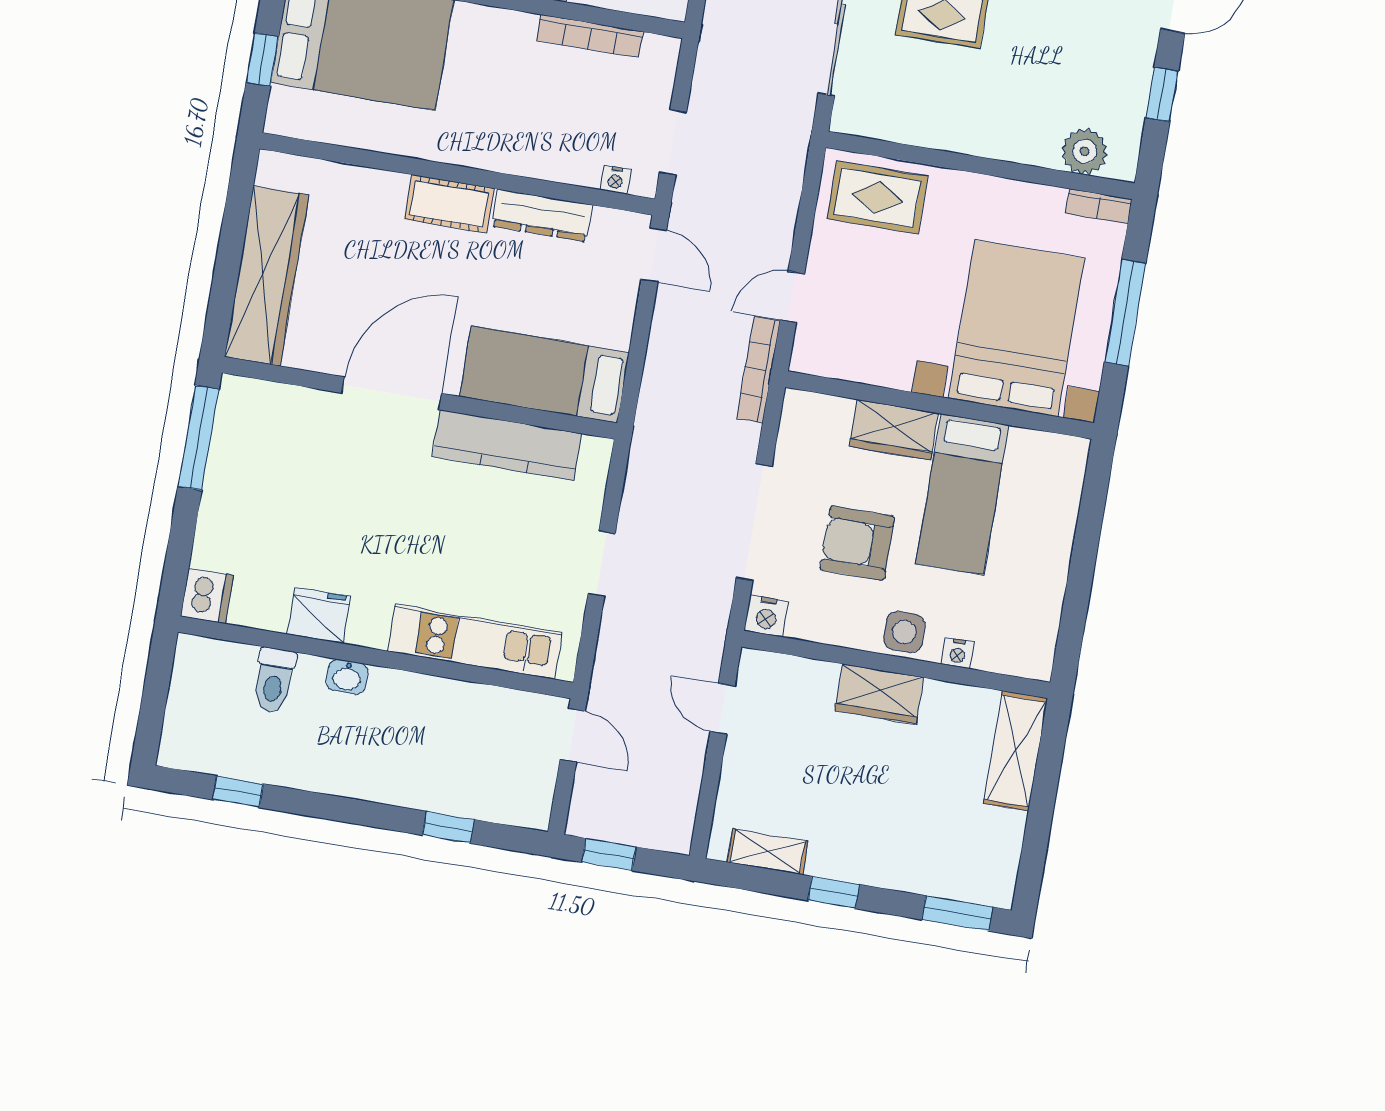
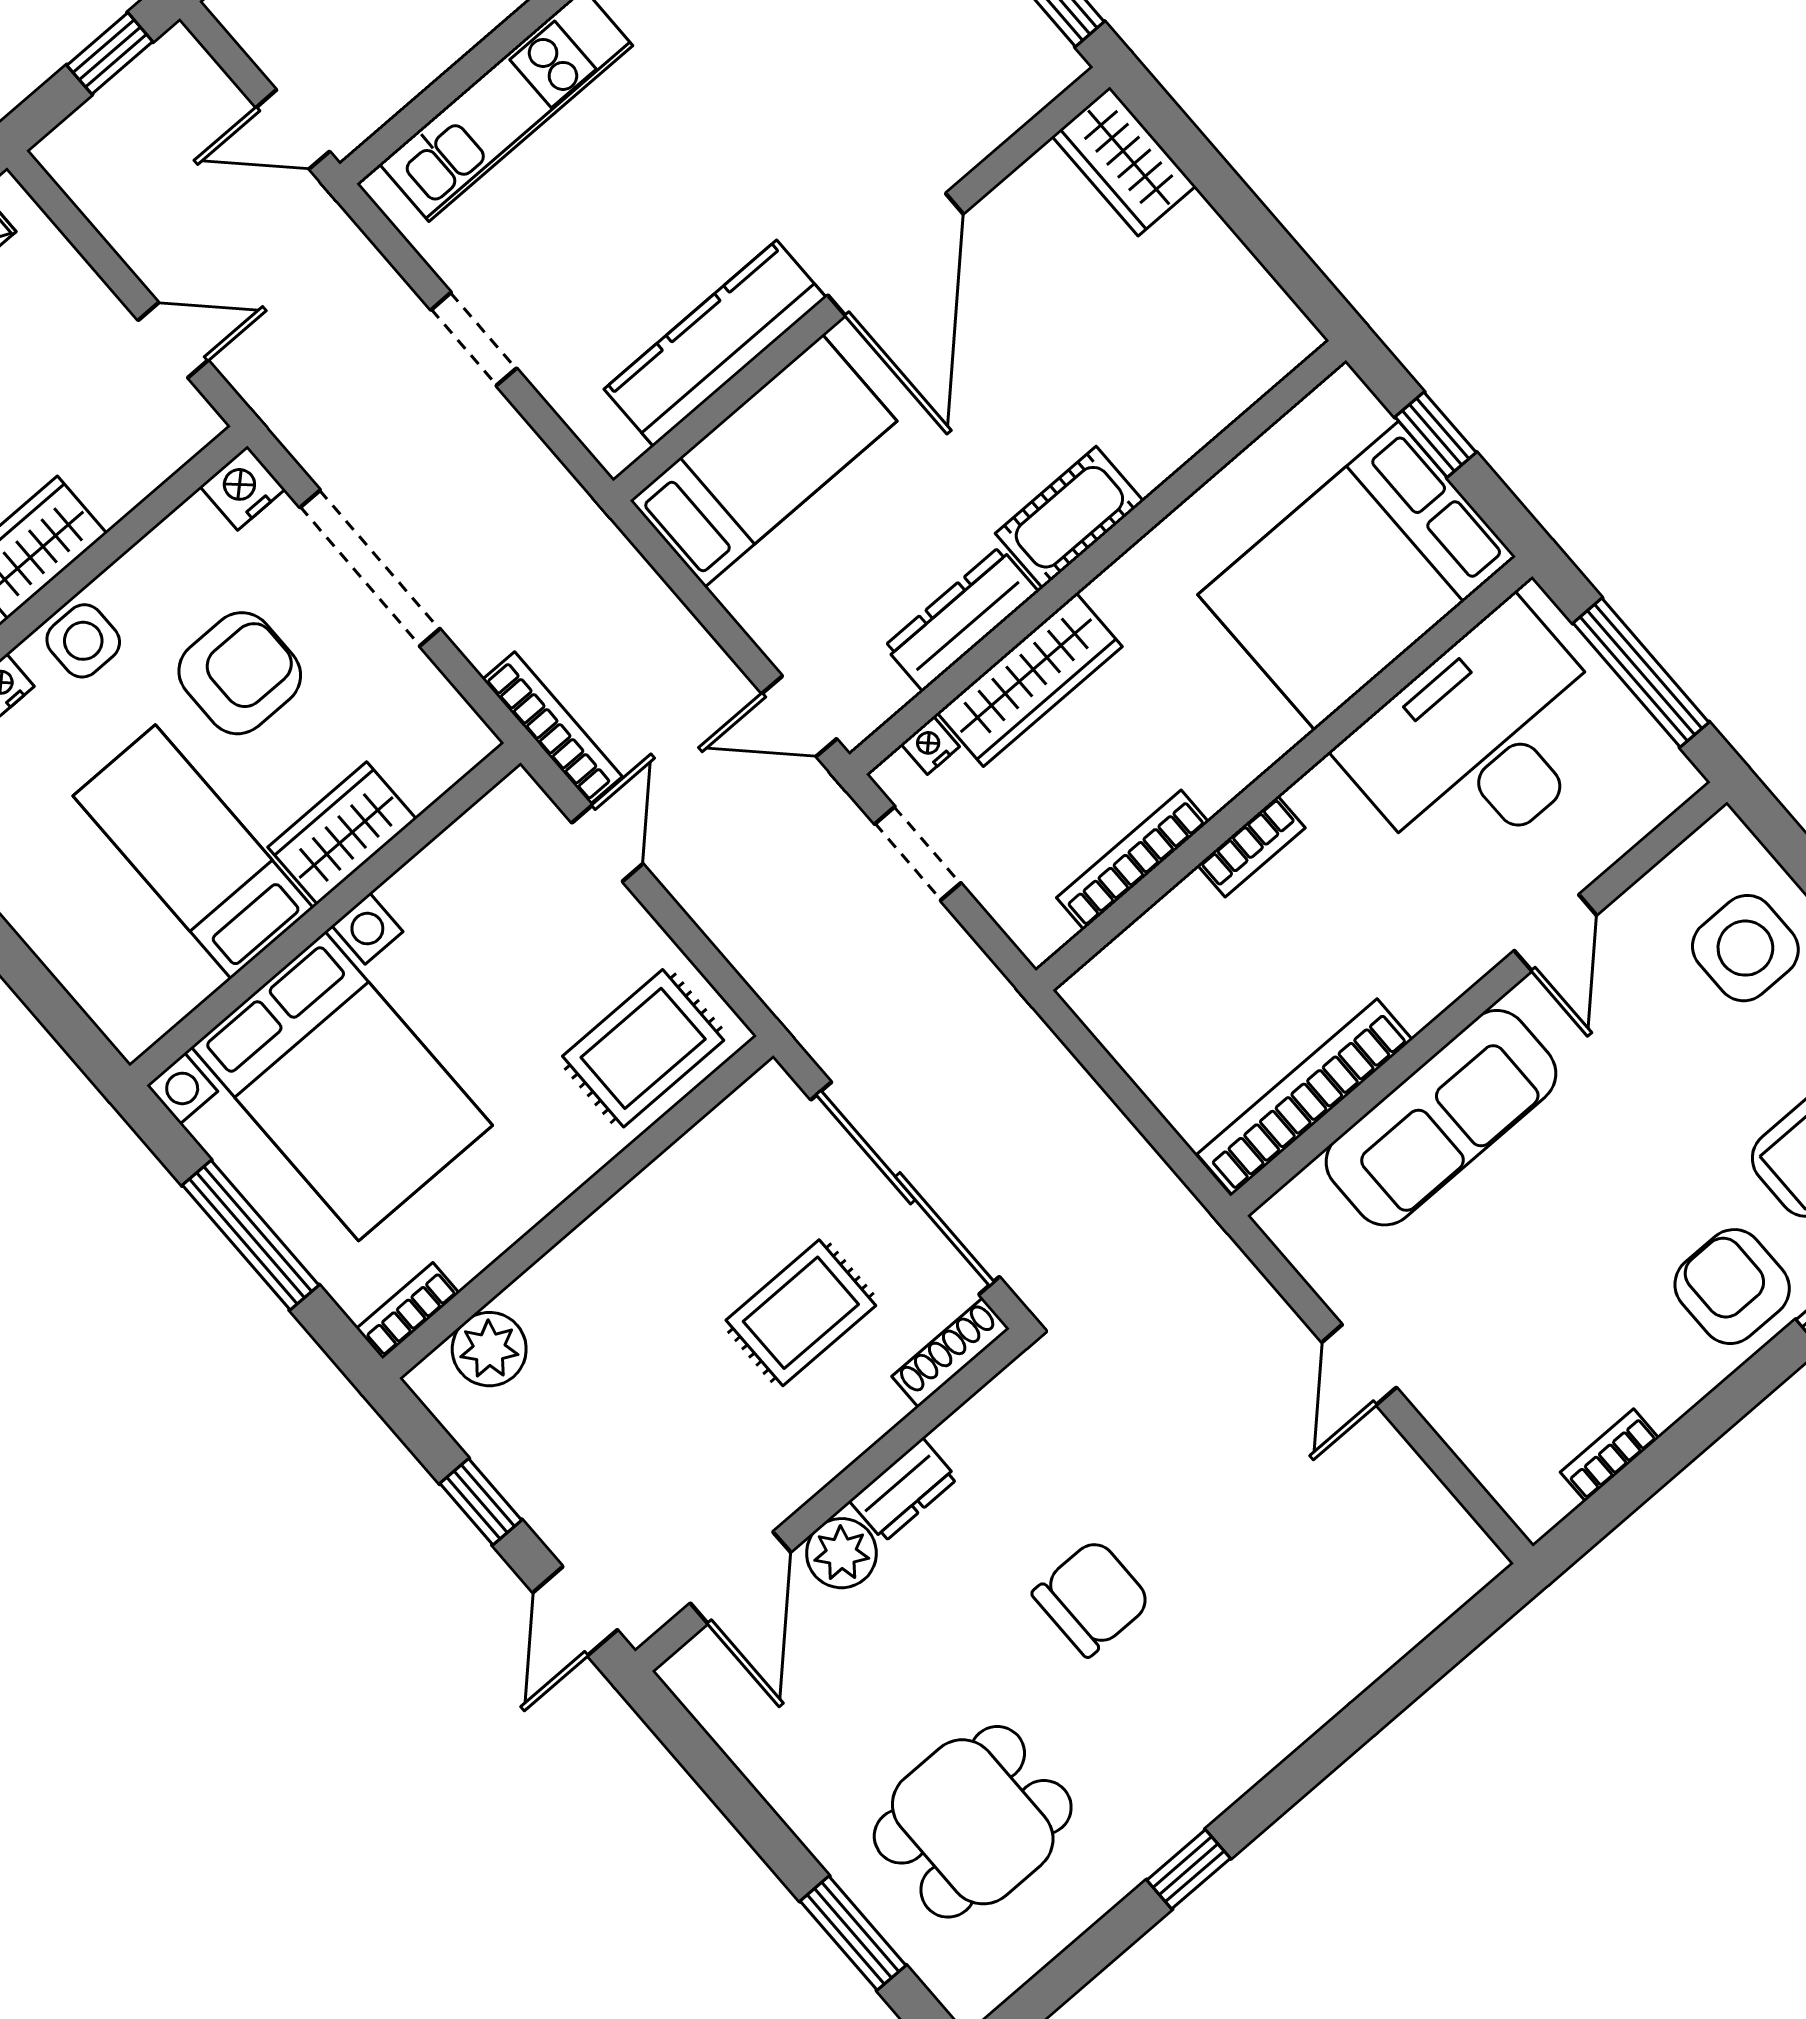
wardrobe: (544, 158) -> (1030, 680), added
wardrobe: (267, 276) -> (1124, 161), width x0.48, depth x0.85

